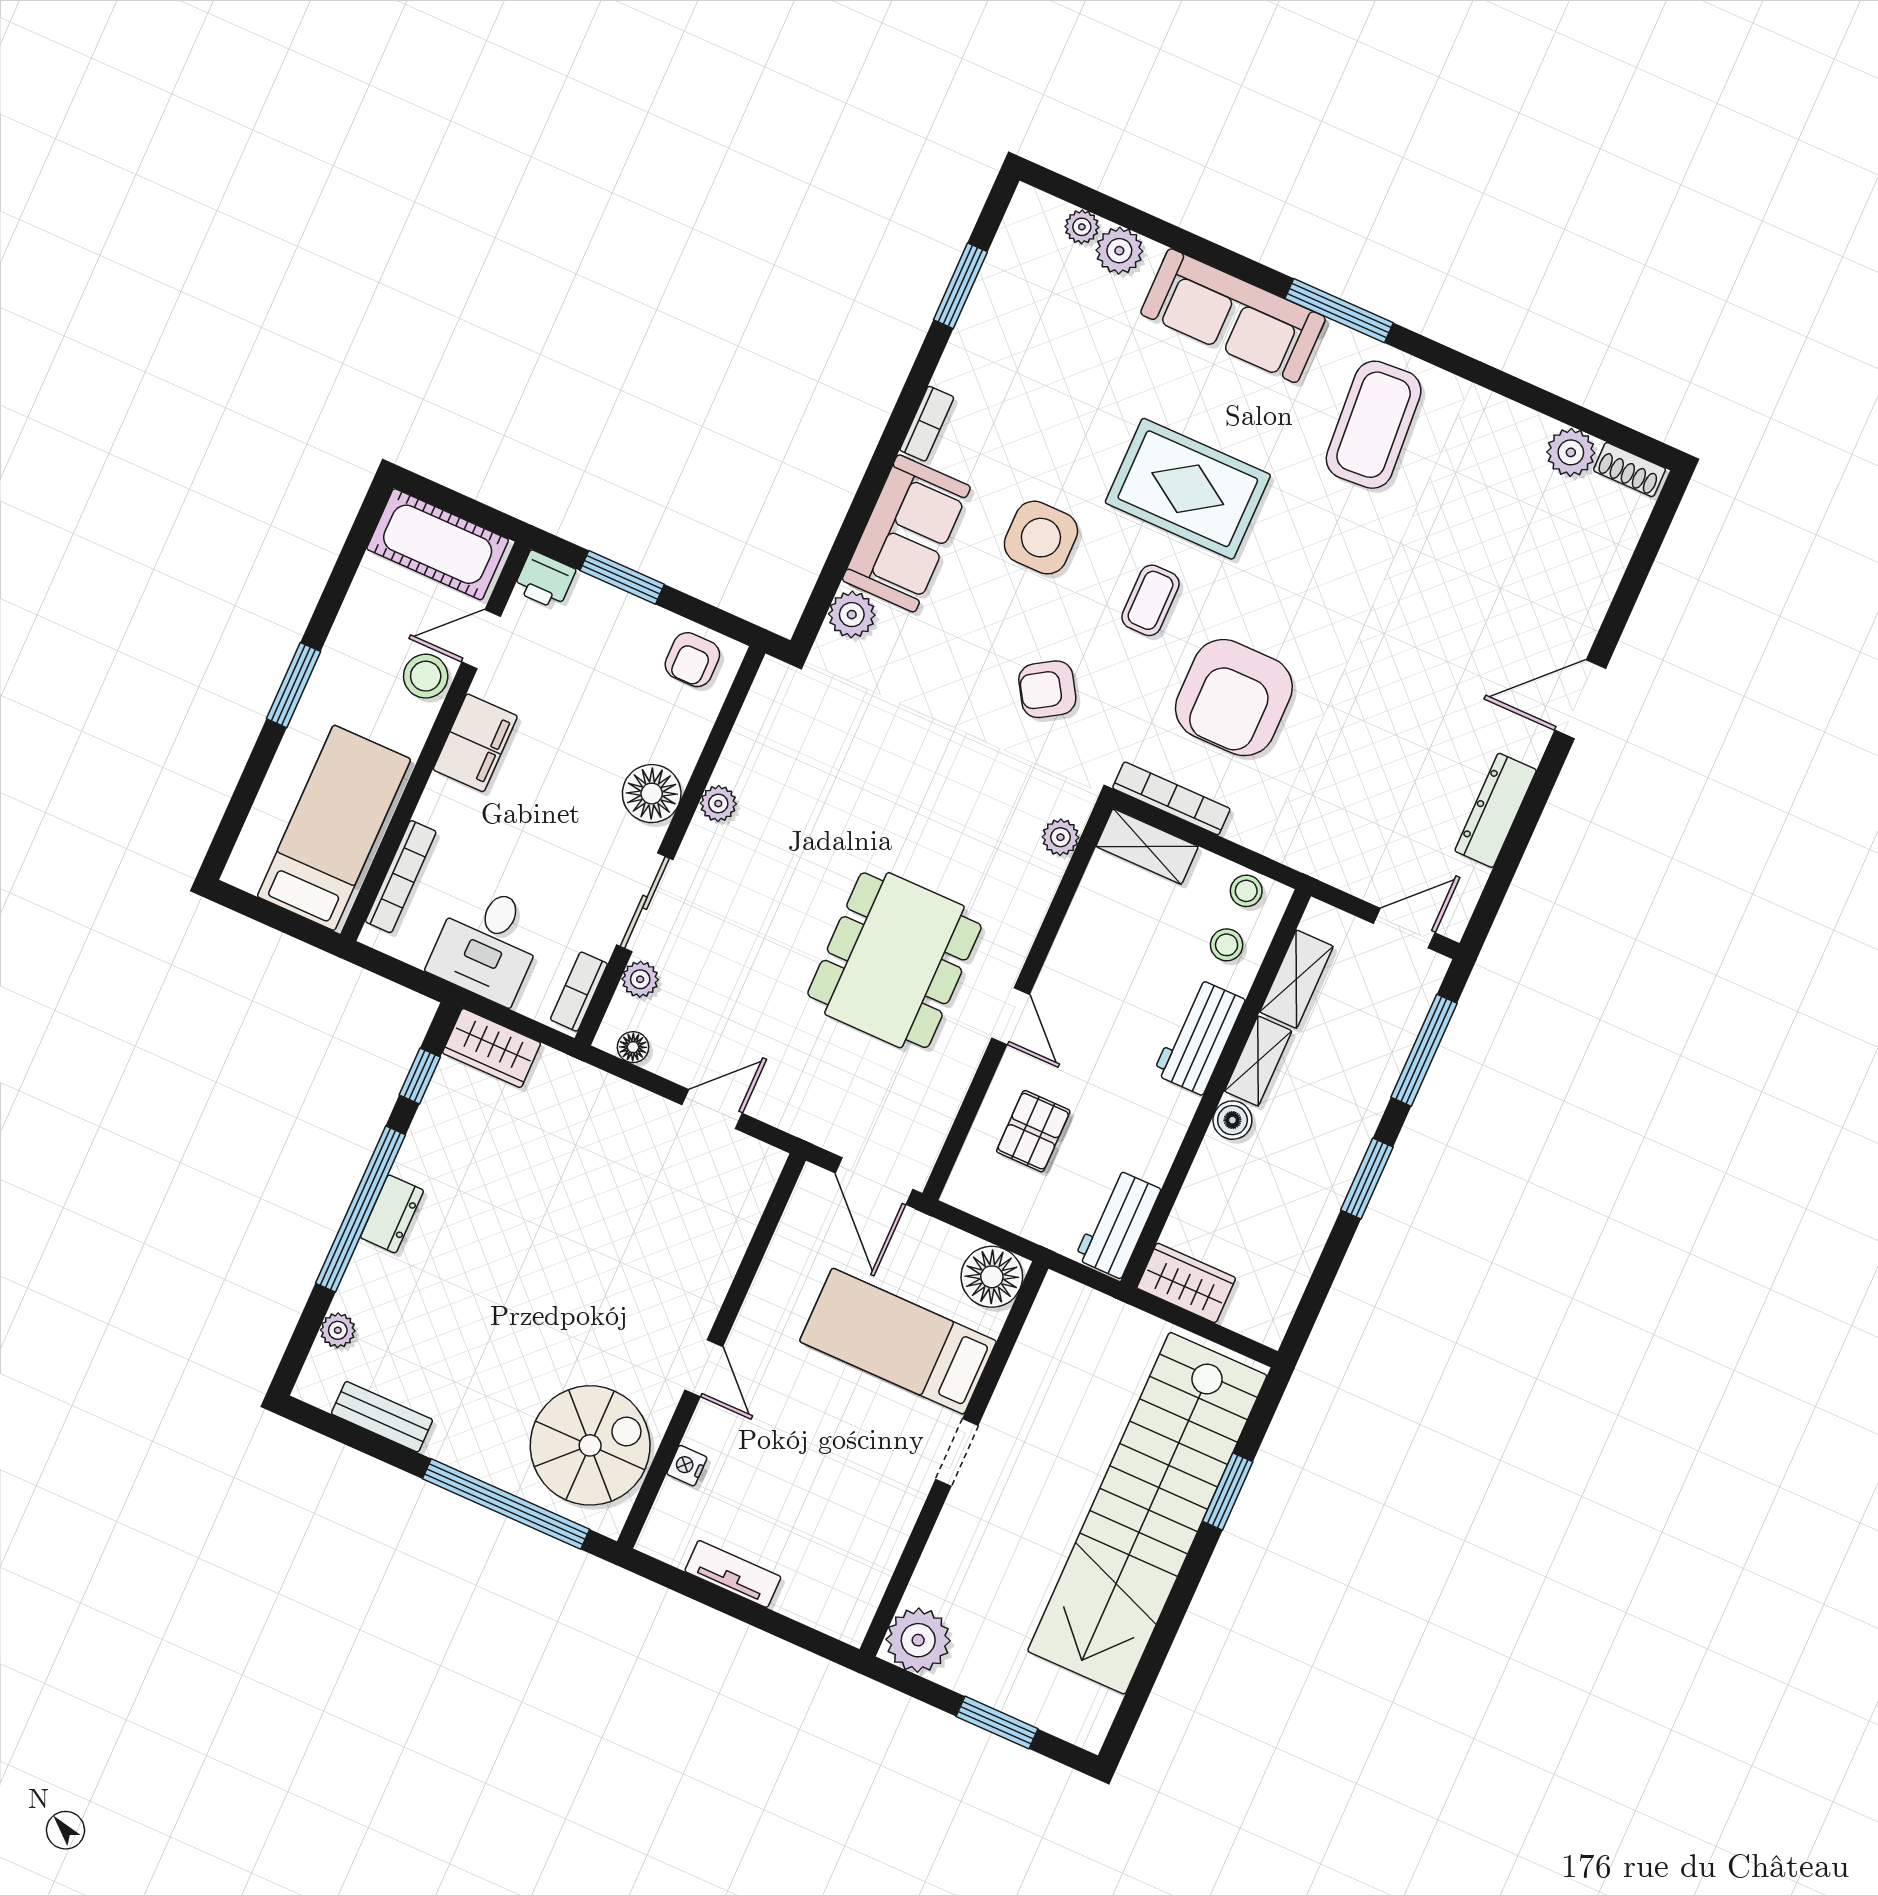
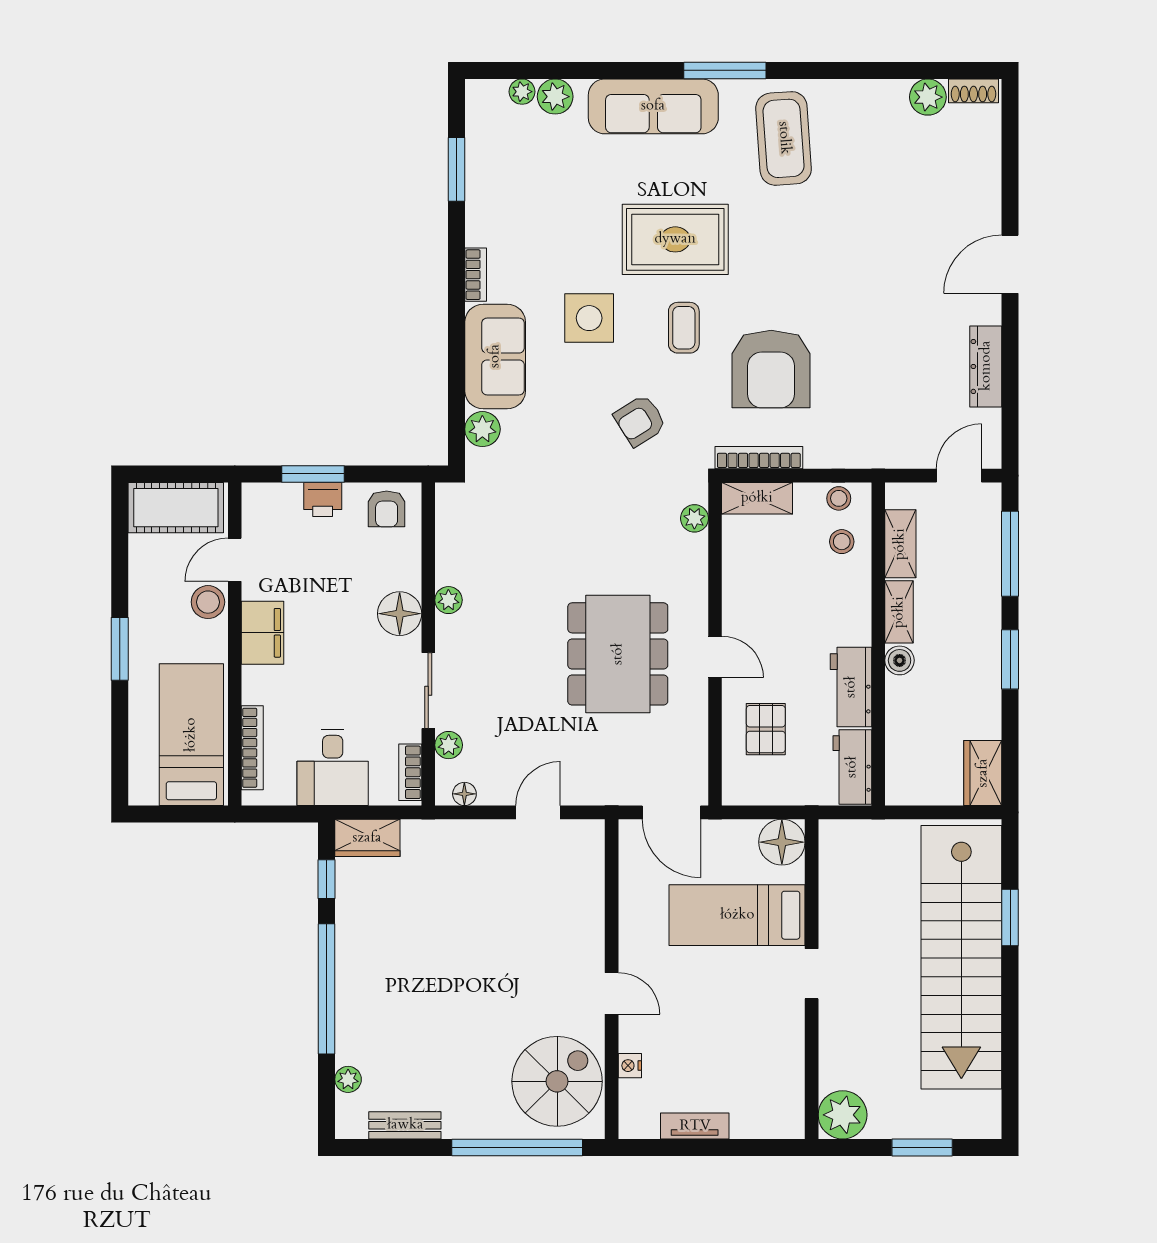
printer: (545, 580) -> (323, 499), moved
workbench: (1199, 1037) -> (851, 687), moved
dresser: (392, 1214) -> (350, 983), removed
wardrobe: (1186, 1283) -> (983, 773), moved, turned -90

